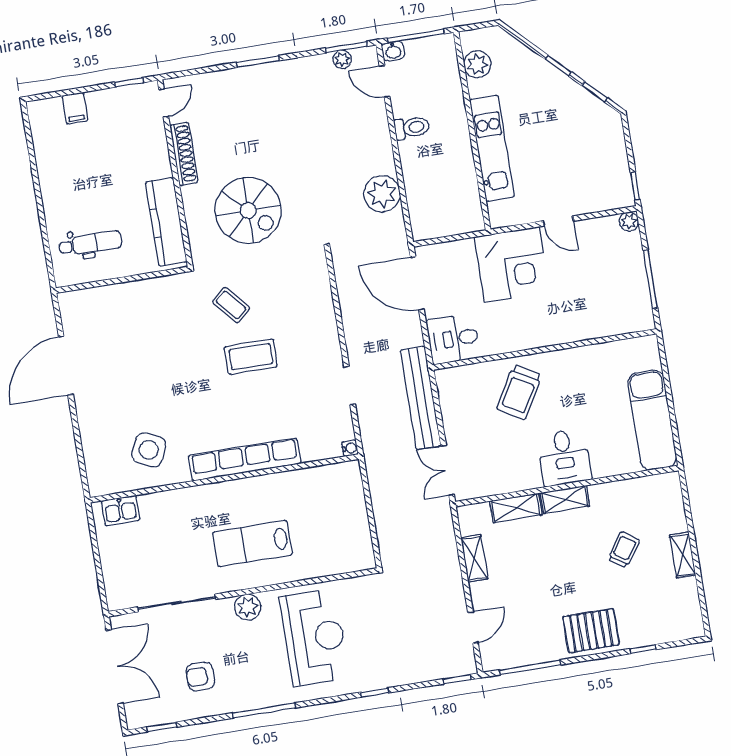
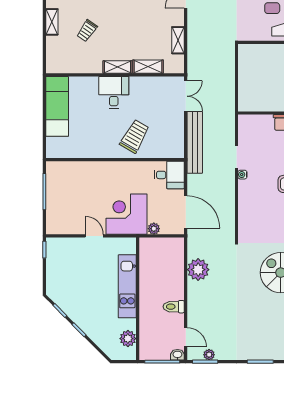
plant: (629, 222) -> (154, 229), moved
water cooler: (350, 448) -> (242, 175), moved

